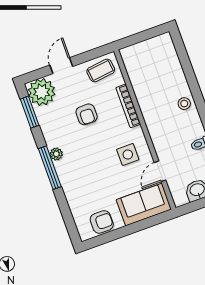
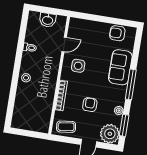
plant: (56, 154) -> (119, 110), moved
sofa: (144, 205) -> (120, 67), moved, turned 90

